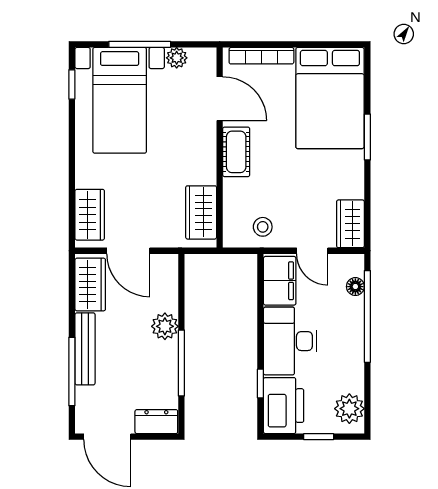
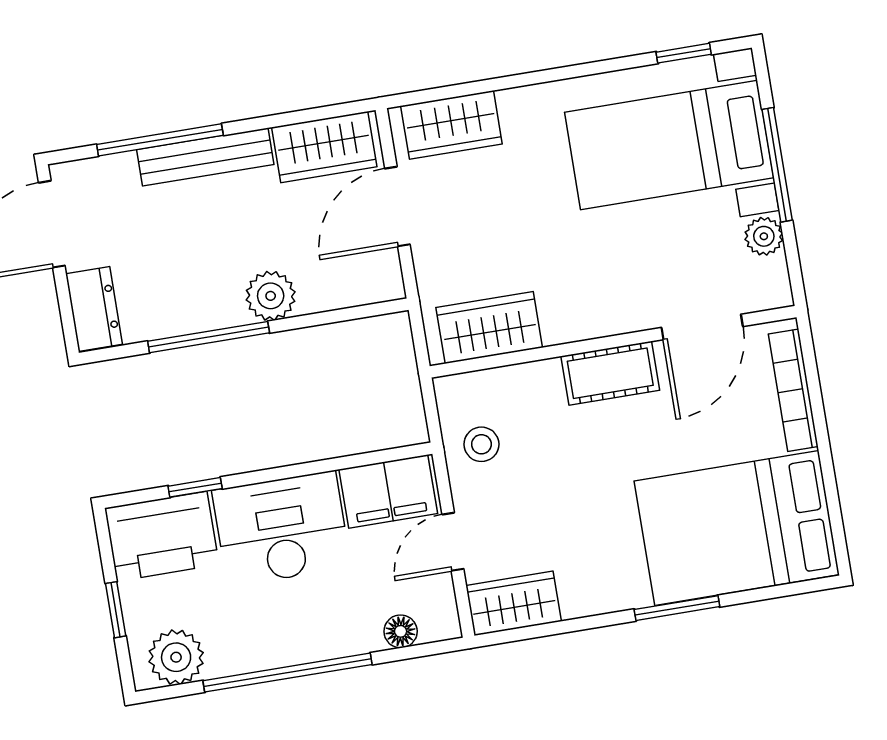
window: (367, 316) -> (288, 673), moved

